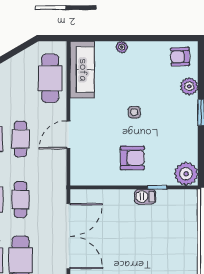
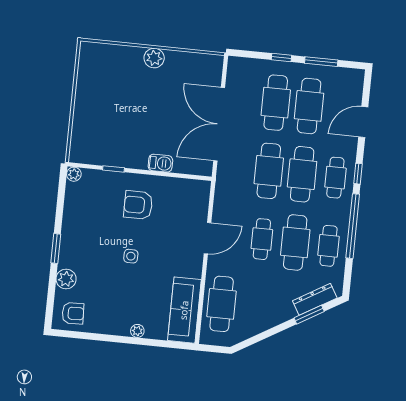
plant: (186, 174) -> (74, 174), width x0.53, depth x0.53
barbecue: (145, 197) -> (160, 163), moved
cafe table: (20, 200) -> (269, 171), width x1.37, depth x1.35

